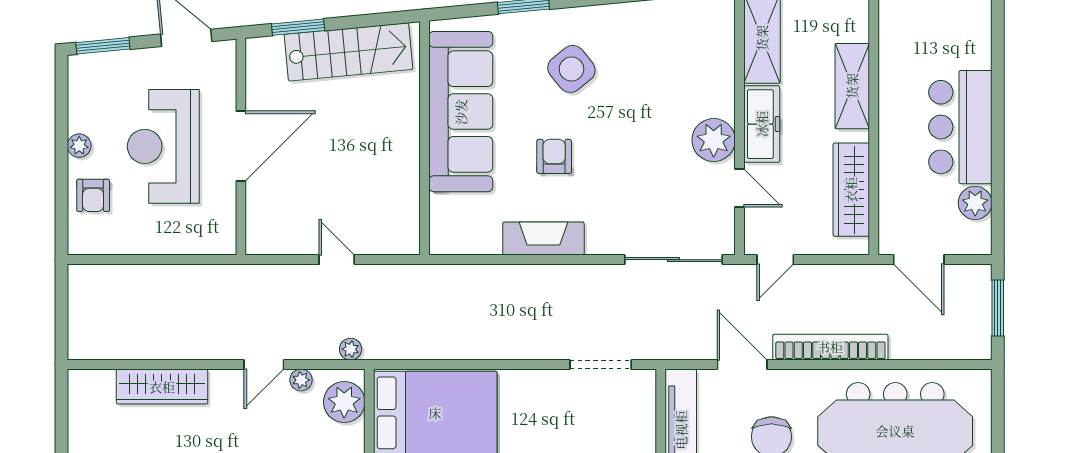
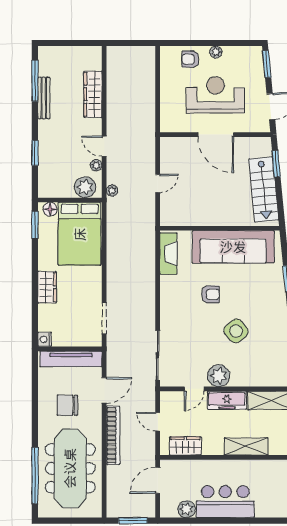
side table: (571, 69) -> (236, 331), moved
wardrobe: (851, 190) -> (185, 446), width x0.67
fireplace: (543, 238) -> (168, 254), moved
door: (775, 260) -> (158, 422), moved

